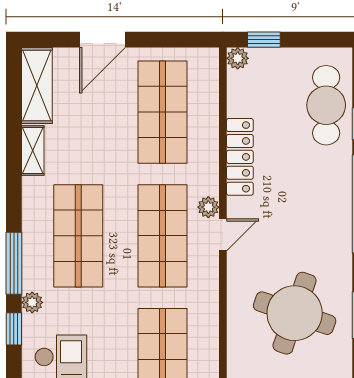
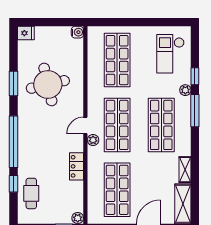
cafe table: (326, 105) -> (31, 193), width x0.73, depth x0.74
locker: (240, 157) -> (76, 166), width x0.66
round table: (295, 313) -> (48, 84), turned -32

